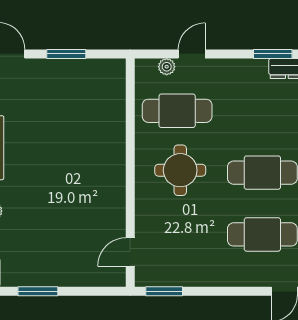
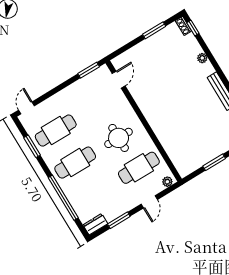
window: (273, 54) -> (119, 220), moved
plant: (167, 67) -> (167, 182), moved

